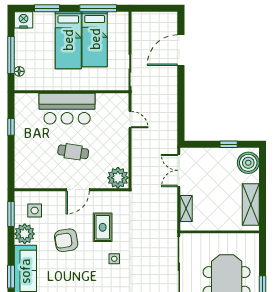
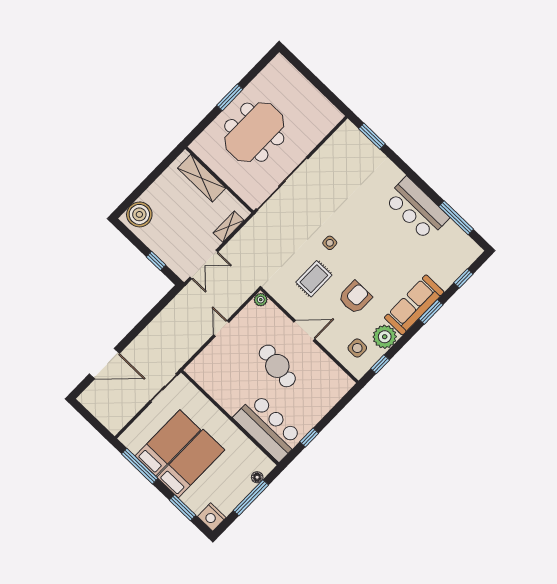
bar counter: (67, 109) -> (268, 427), moved
door: (130, 120) -> (221, 328), moved
window: (229, 144) -> (156, 261), moved
cafe table: (73, 152) -> (277, 366), width x1.37, depth x1.35
plant: (118, 178) -> (261, 300), width x0.53, depth x0.53
shelving: (251, 205) -> (202, 178), moved, turned 90
window: (11, 214) -> (380, 364), width x0.67
armchair: (66, 240) -> (355, 297), turned -81

